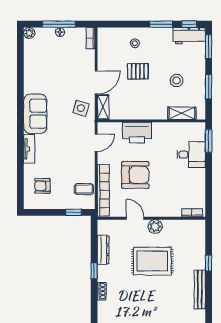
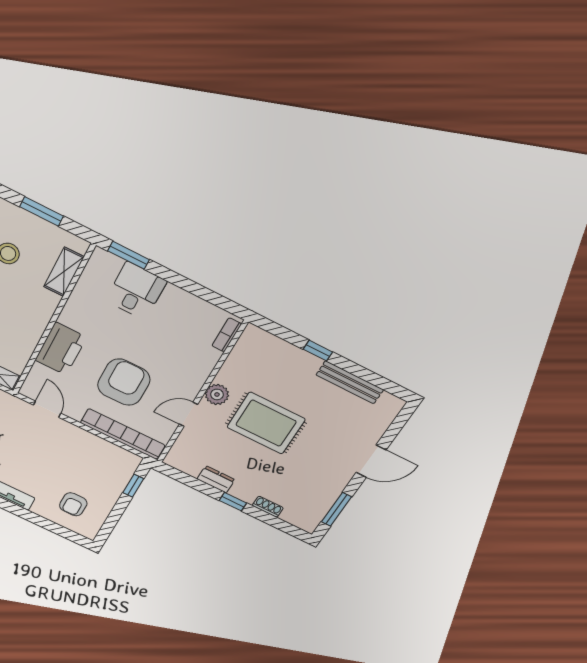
coffee table: (84, 189) -> (107, 457), removed
dresser: (103, 250) -> (216, 479), width x0.70
rug: (152, 261) -> (266, 423), turned 90

